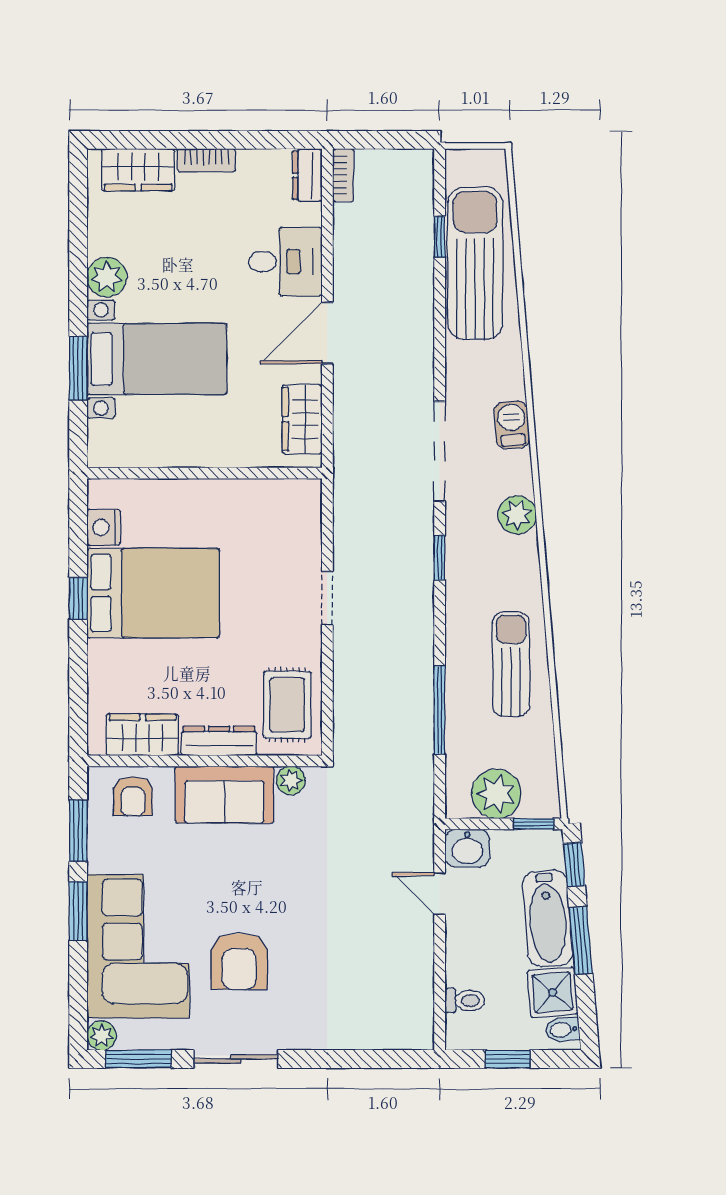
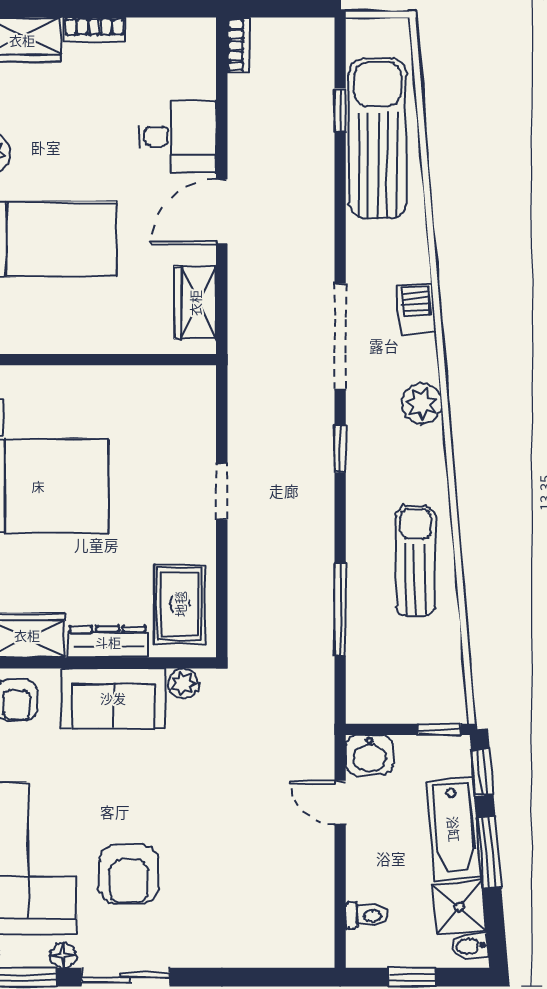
dresser: (307, 175) -> (201, 45), removed
plant: (496, 794) -> (400, 698), removed
floor lamp: (177, 1038) -> (63, 955), added

